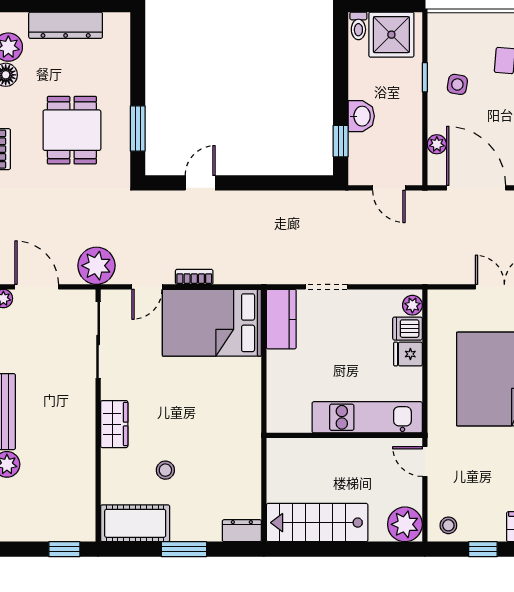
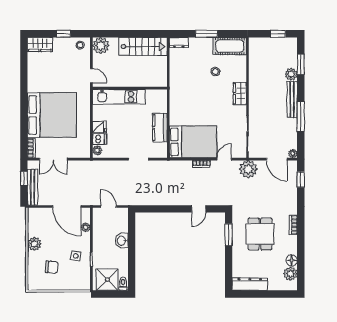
dresser: (66, 25) -> (250, 284), moved
window: (341, 141) -> (132, 229), removed
kitchen counter: (281, 319) -> (160, 128), moved
window: (64, 549) -> (278, 34), moved

